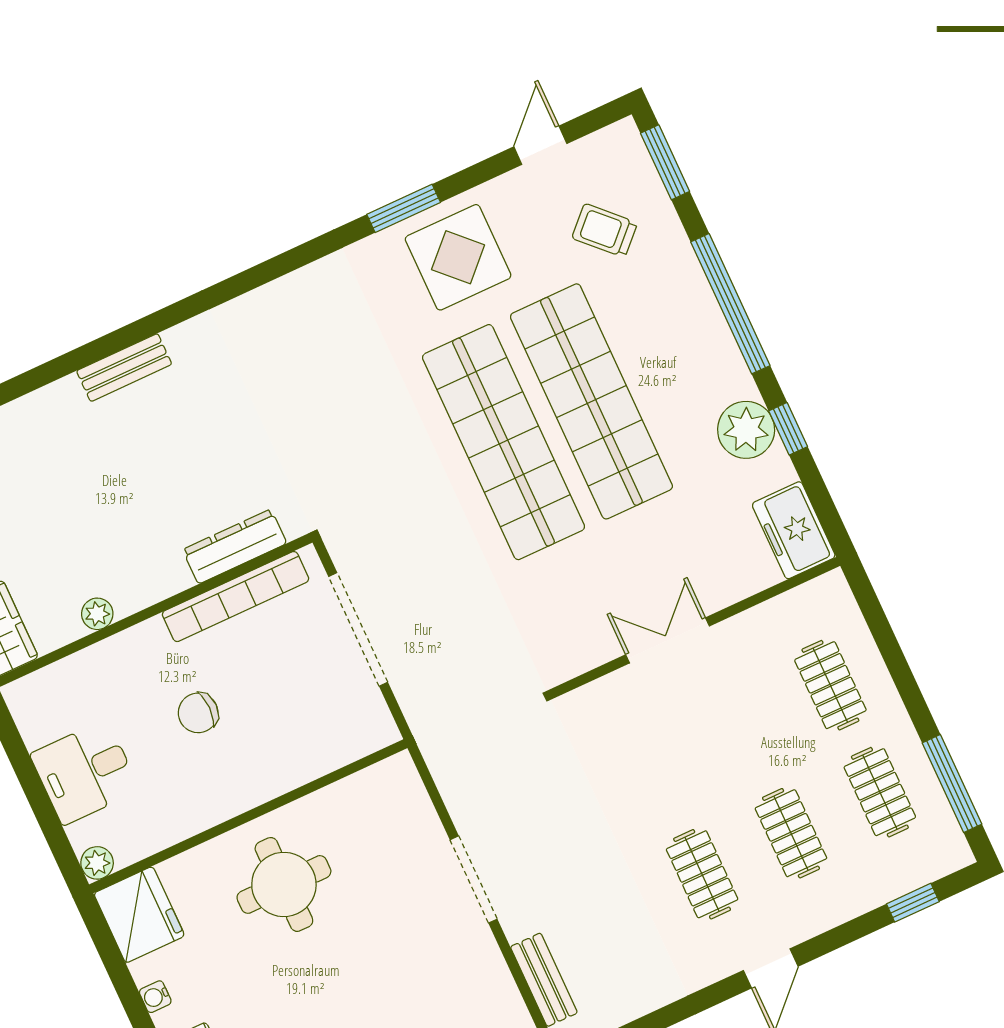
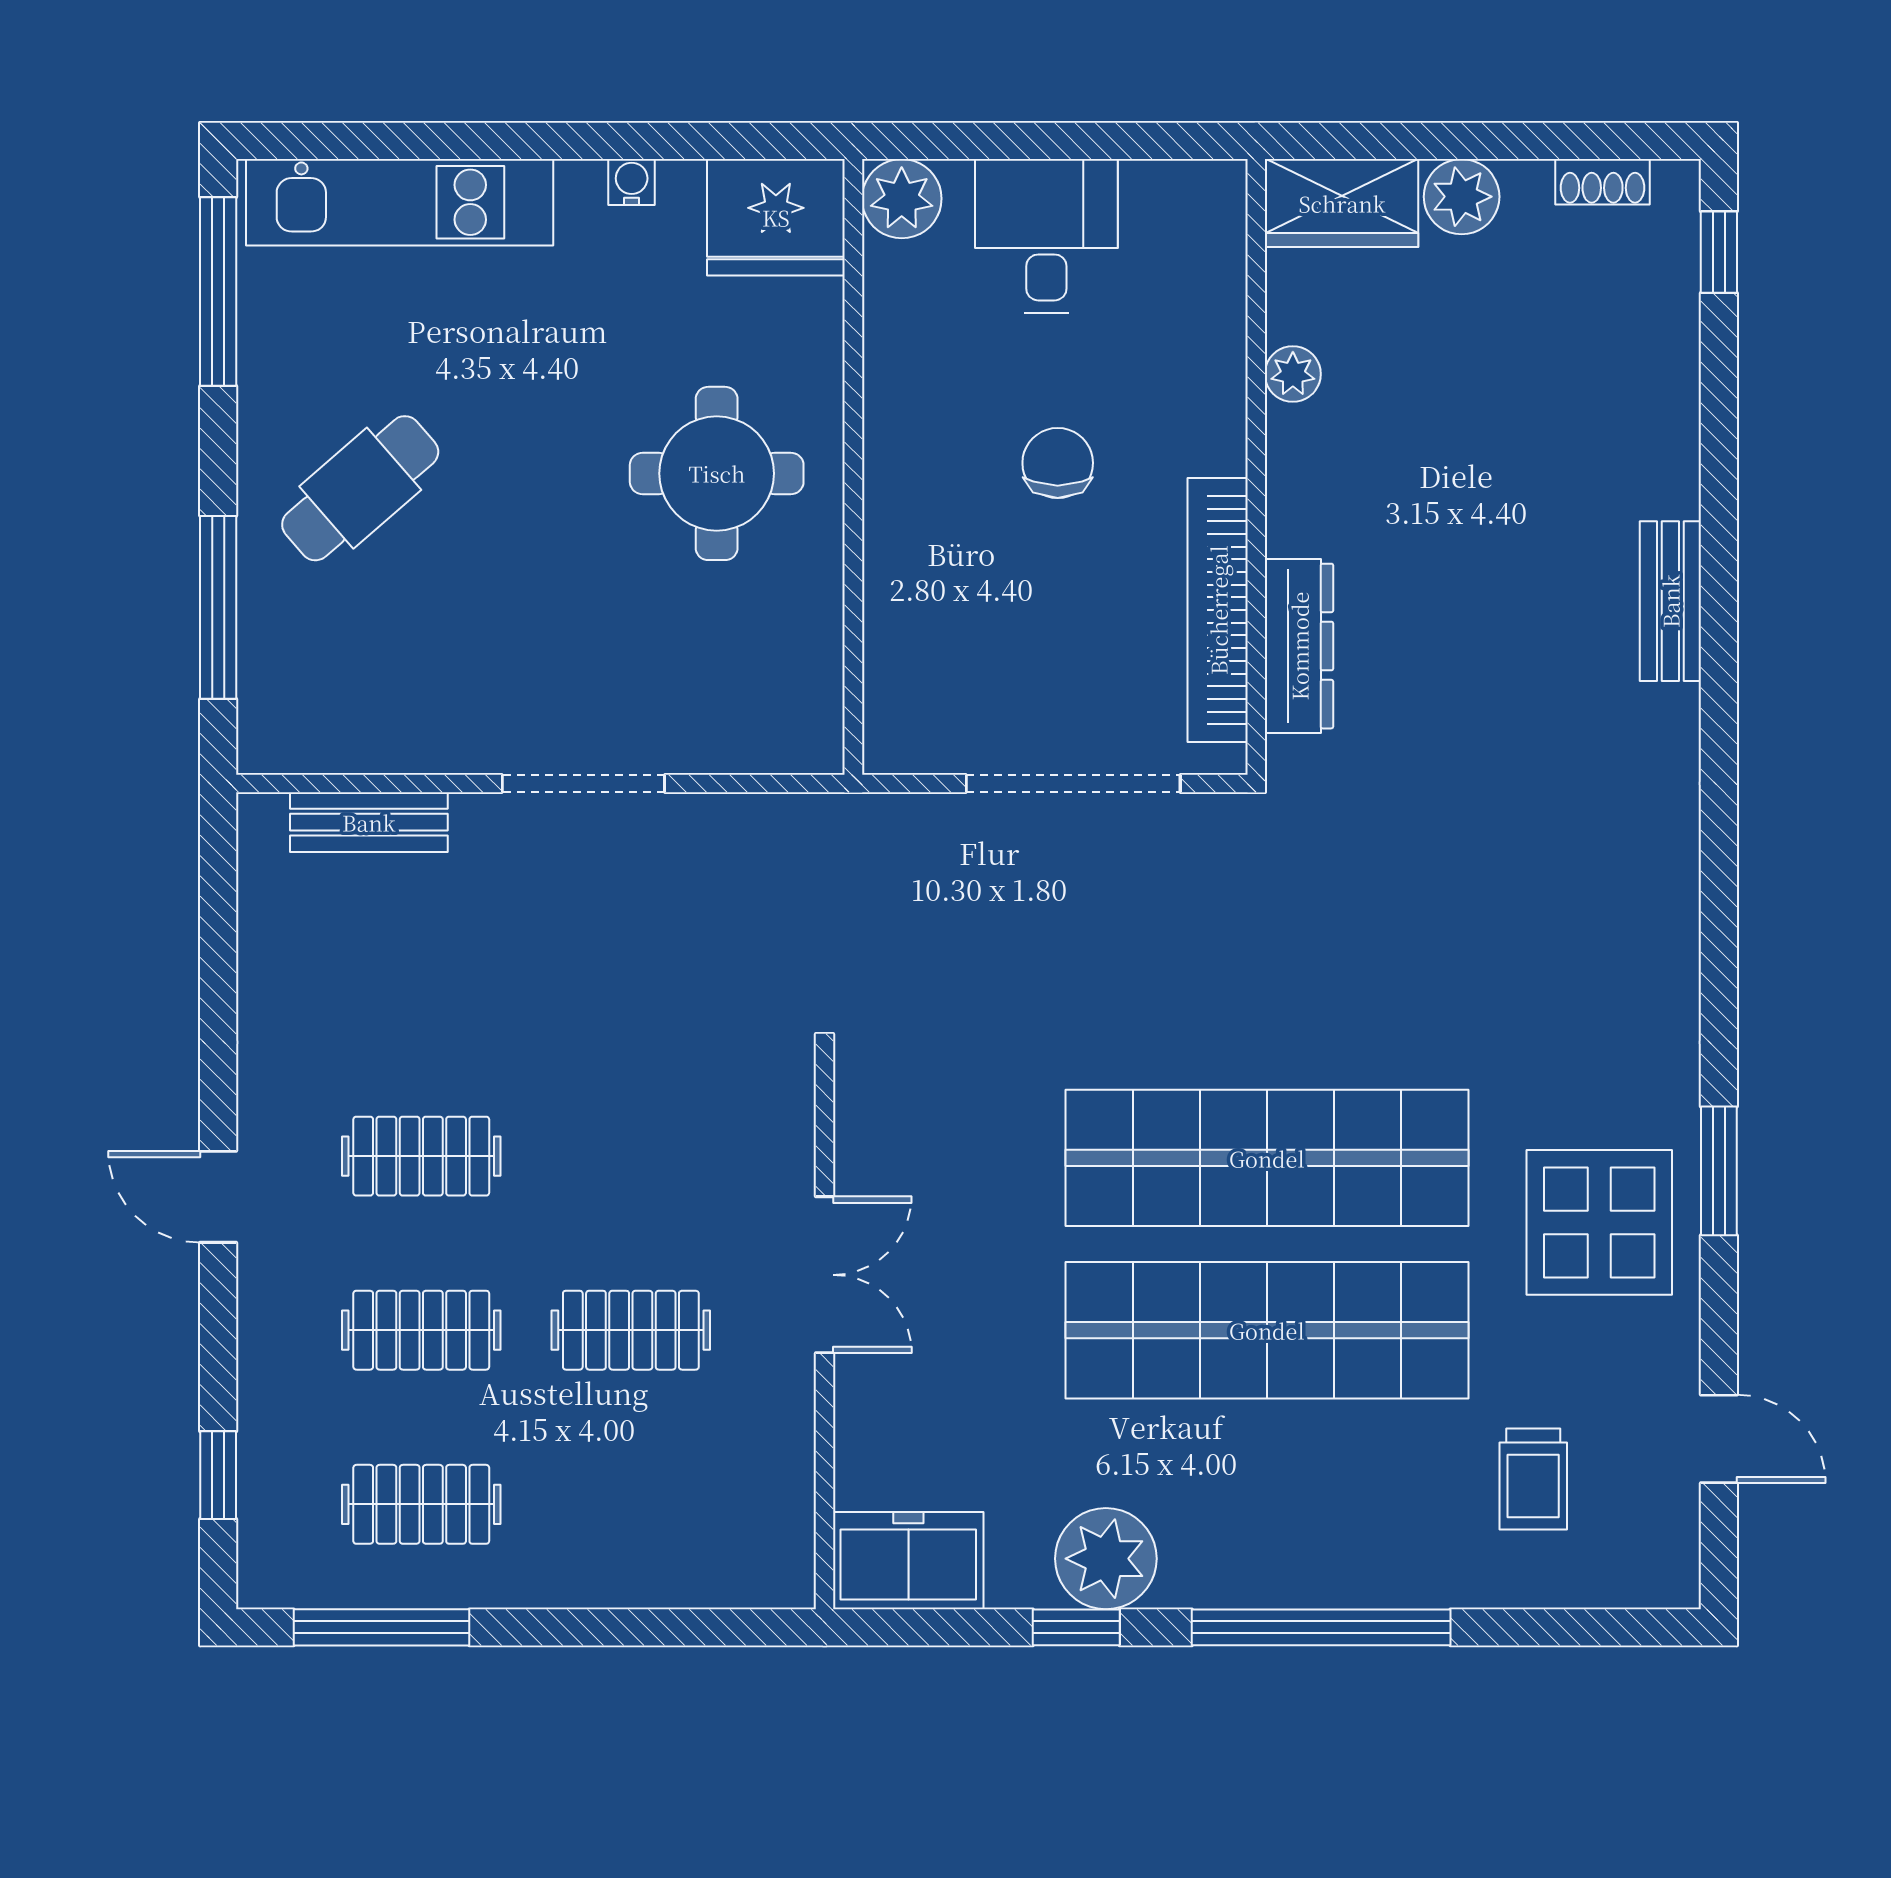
window: (665, 162) -> (1598, 1627), removed
trolley: (605, 230) -> (1533, 1479), turned 135
clothes rail: (830, 685) -> (631, 1330), moved
plant: (97, 863) -> (902, 199), width x1.38, depth x1.38

